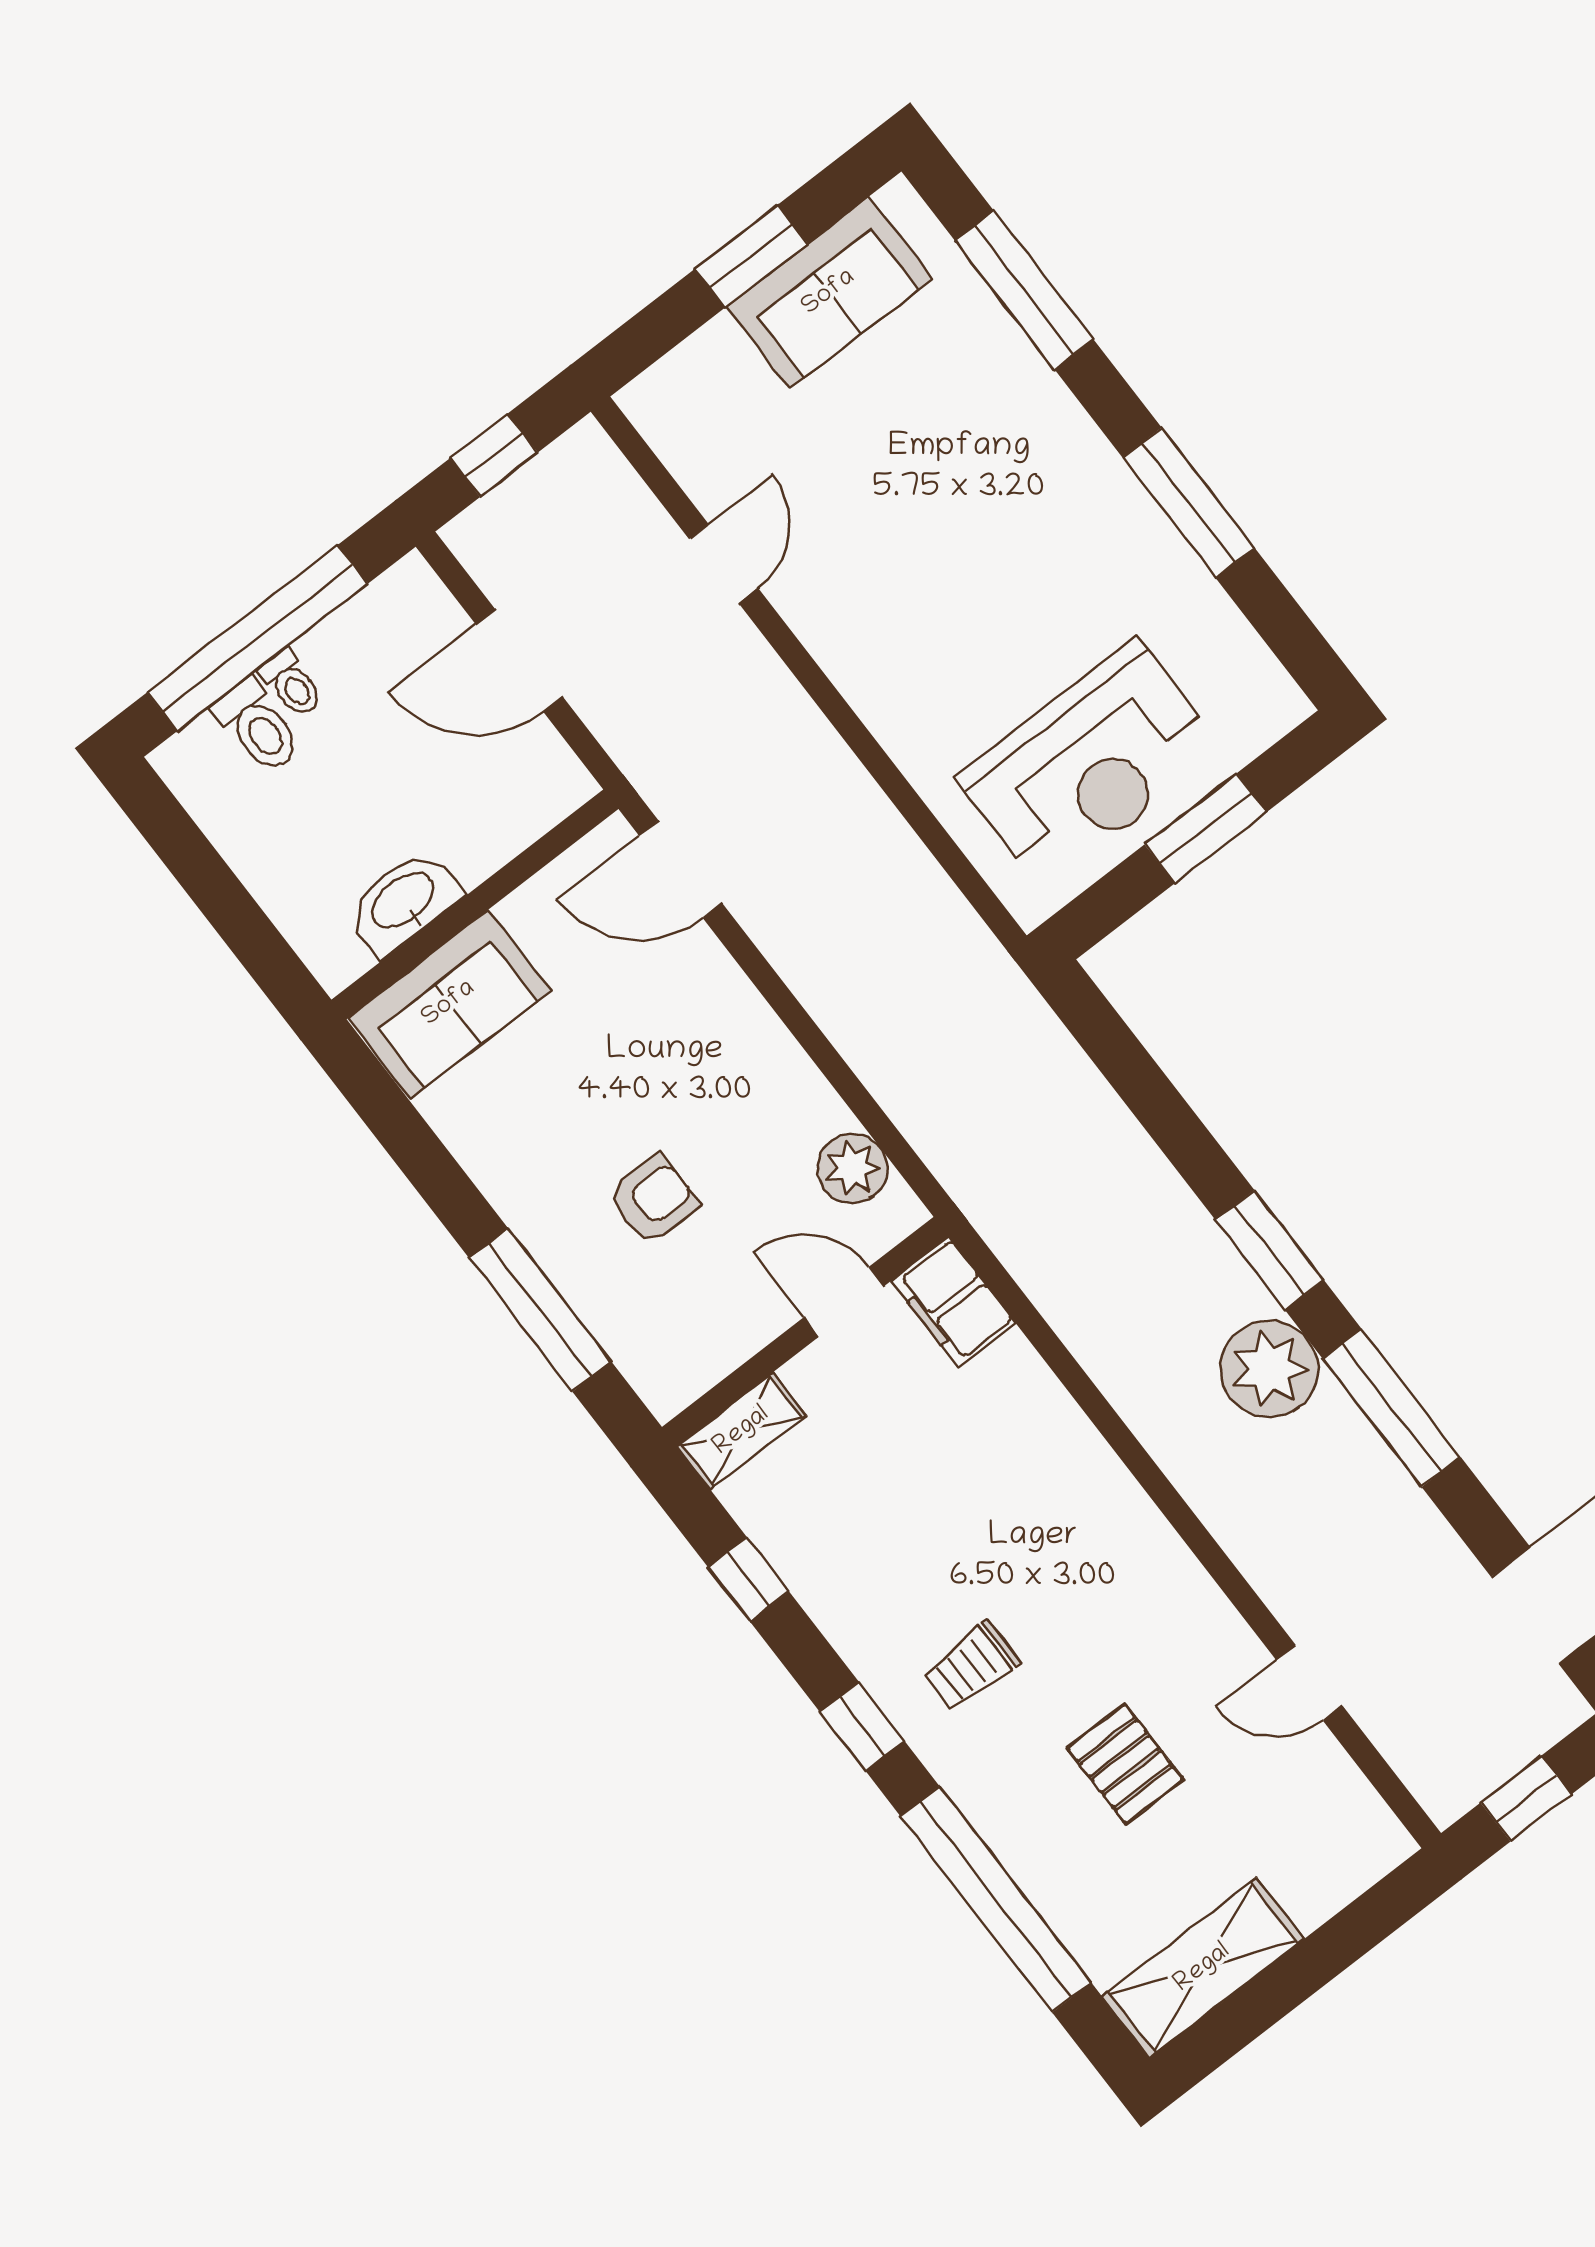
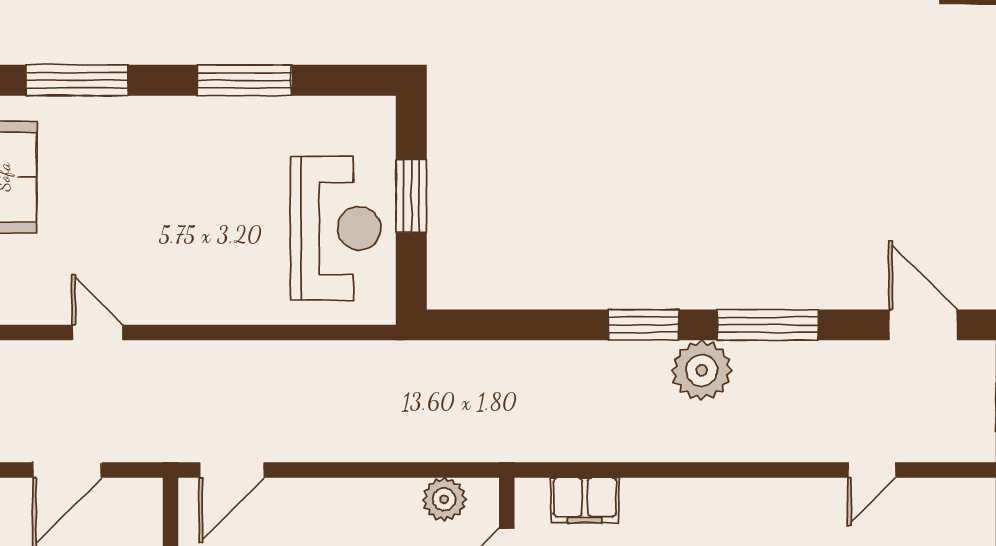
filing cabinet: (953, 1302) -> (585, 500), moved

